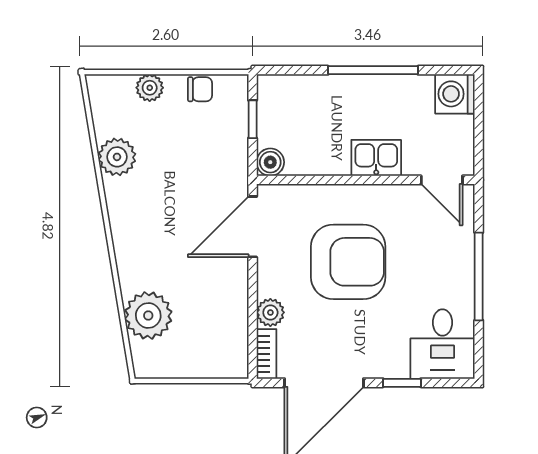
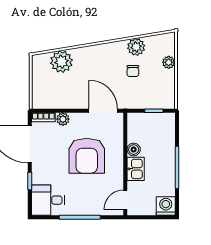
chair: (200, 89) -> (133, 71), moved
boiler: (270, 162) -> (134, 149), moved

